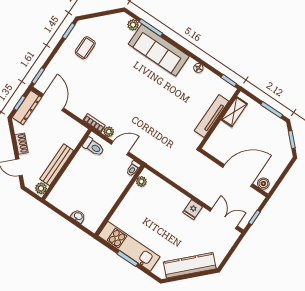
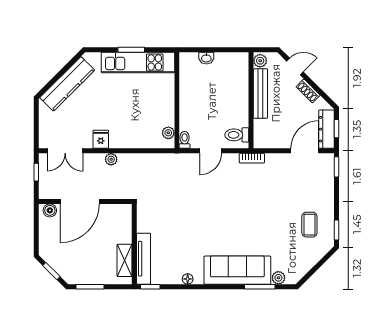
door: (53, 102) -> (305, 151), swing flipped
tv unit: (212, 116) -> (144, 259), moved
plant: (109, 132) -> (111, 159), moved

